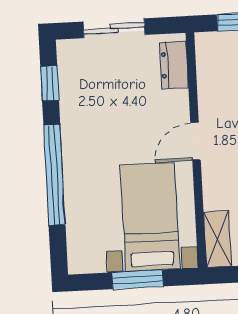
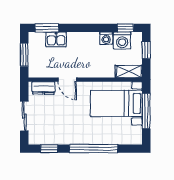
door: (196, 141) -> (67, 80), moved
window: (138, 279) -> (146, 111), width x1.44

